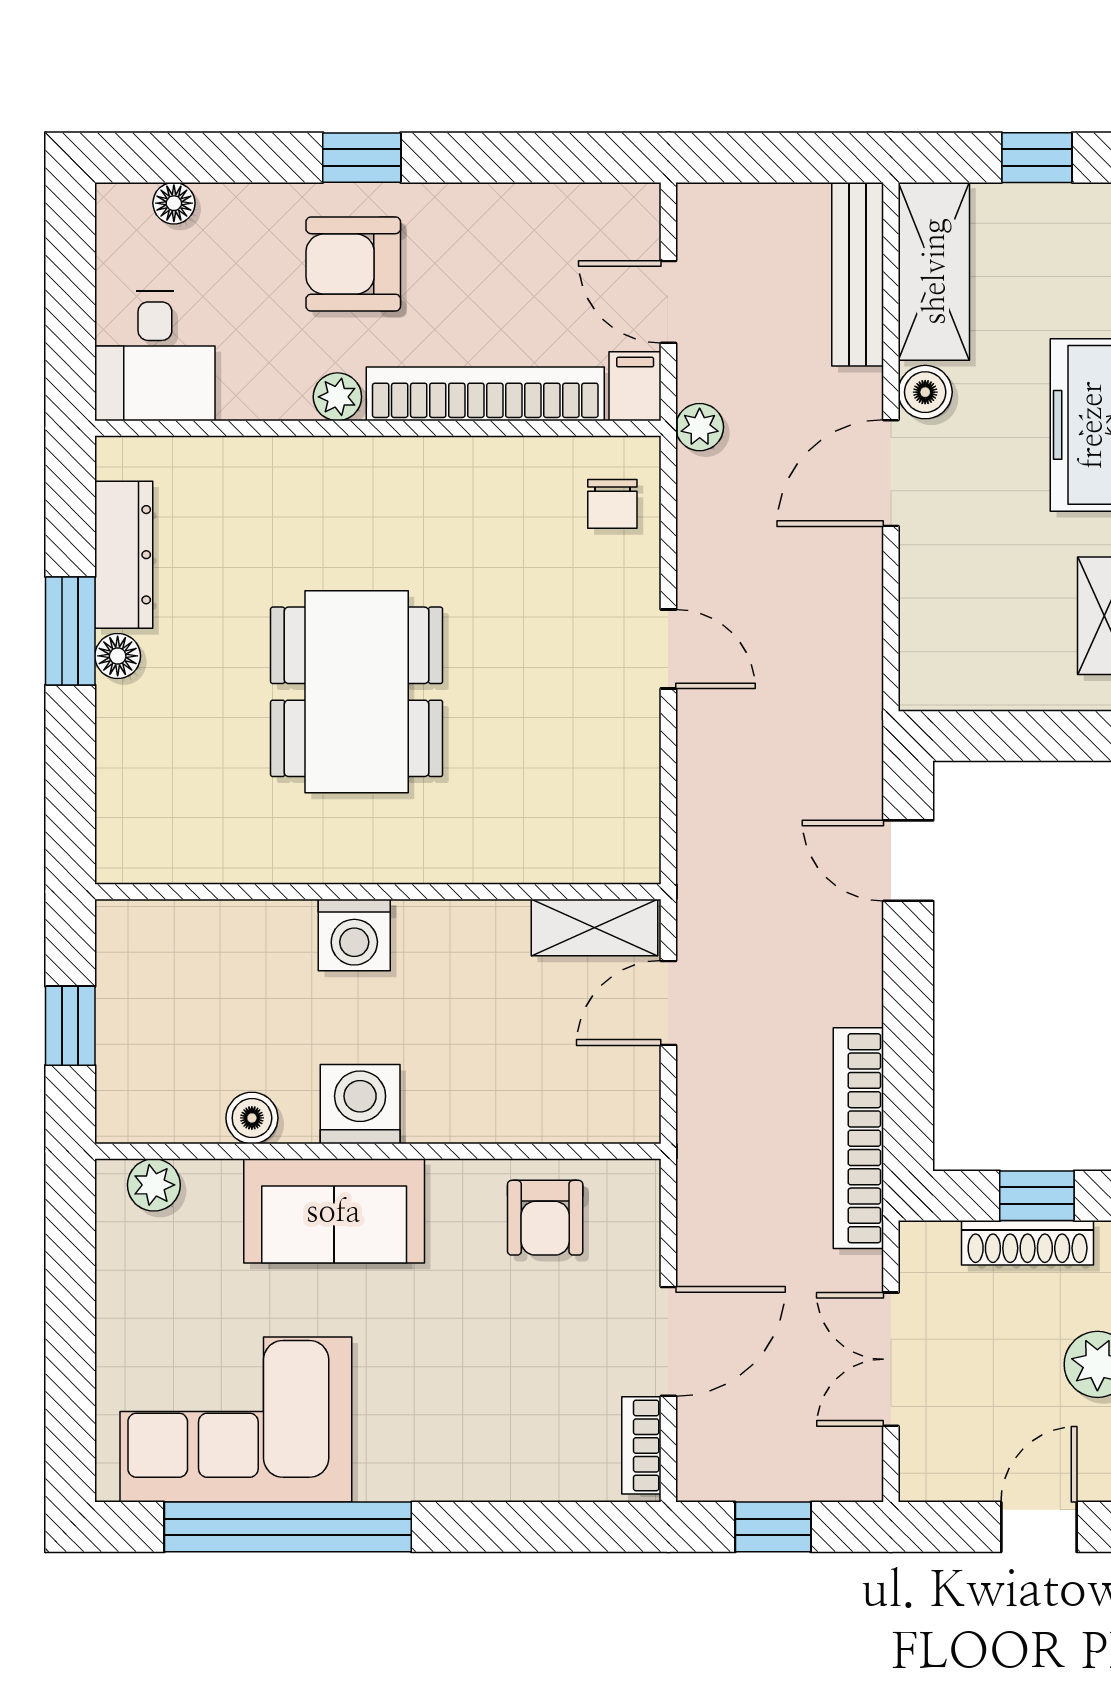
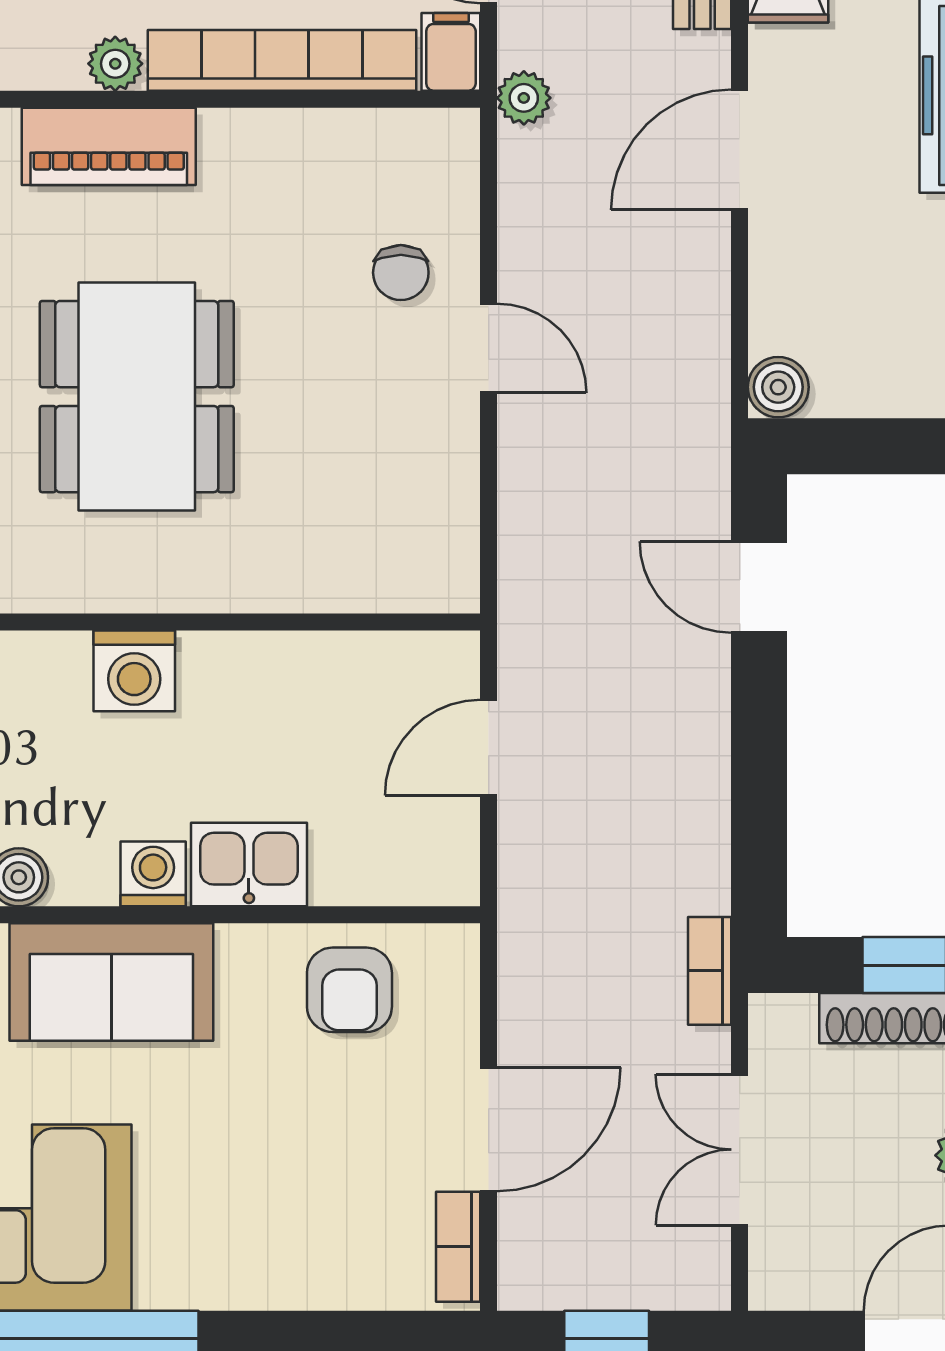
boiler: (925, 392) -> (778, 387), moved
piano: (332, 470) -> (109, 146), added
chair: (612, 504) -> (401, 273), moved
shelving: (595, 928) -> (405, 662), removed
washing machine: (360, 1104) -> (153, 874), width x0.73, depth x0.73
kitchen sink: (456, 1107) -> (249, 865), added
bookcase: (858, 1138) -> (710, 971), width x0.43, depth x0.76

